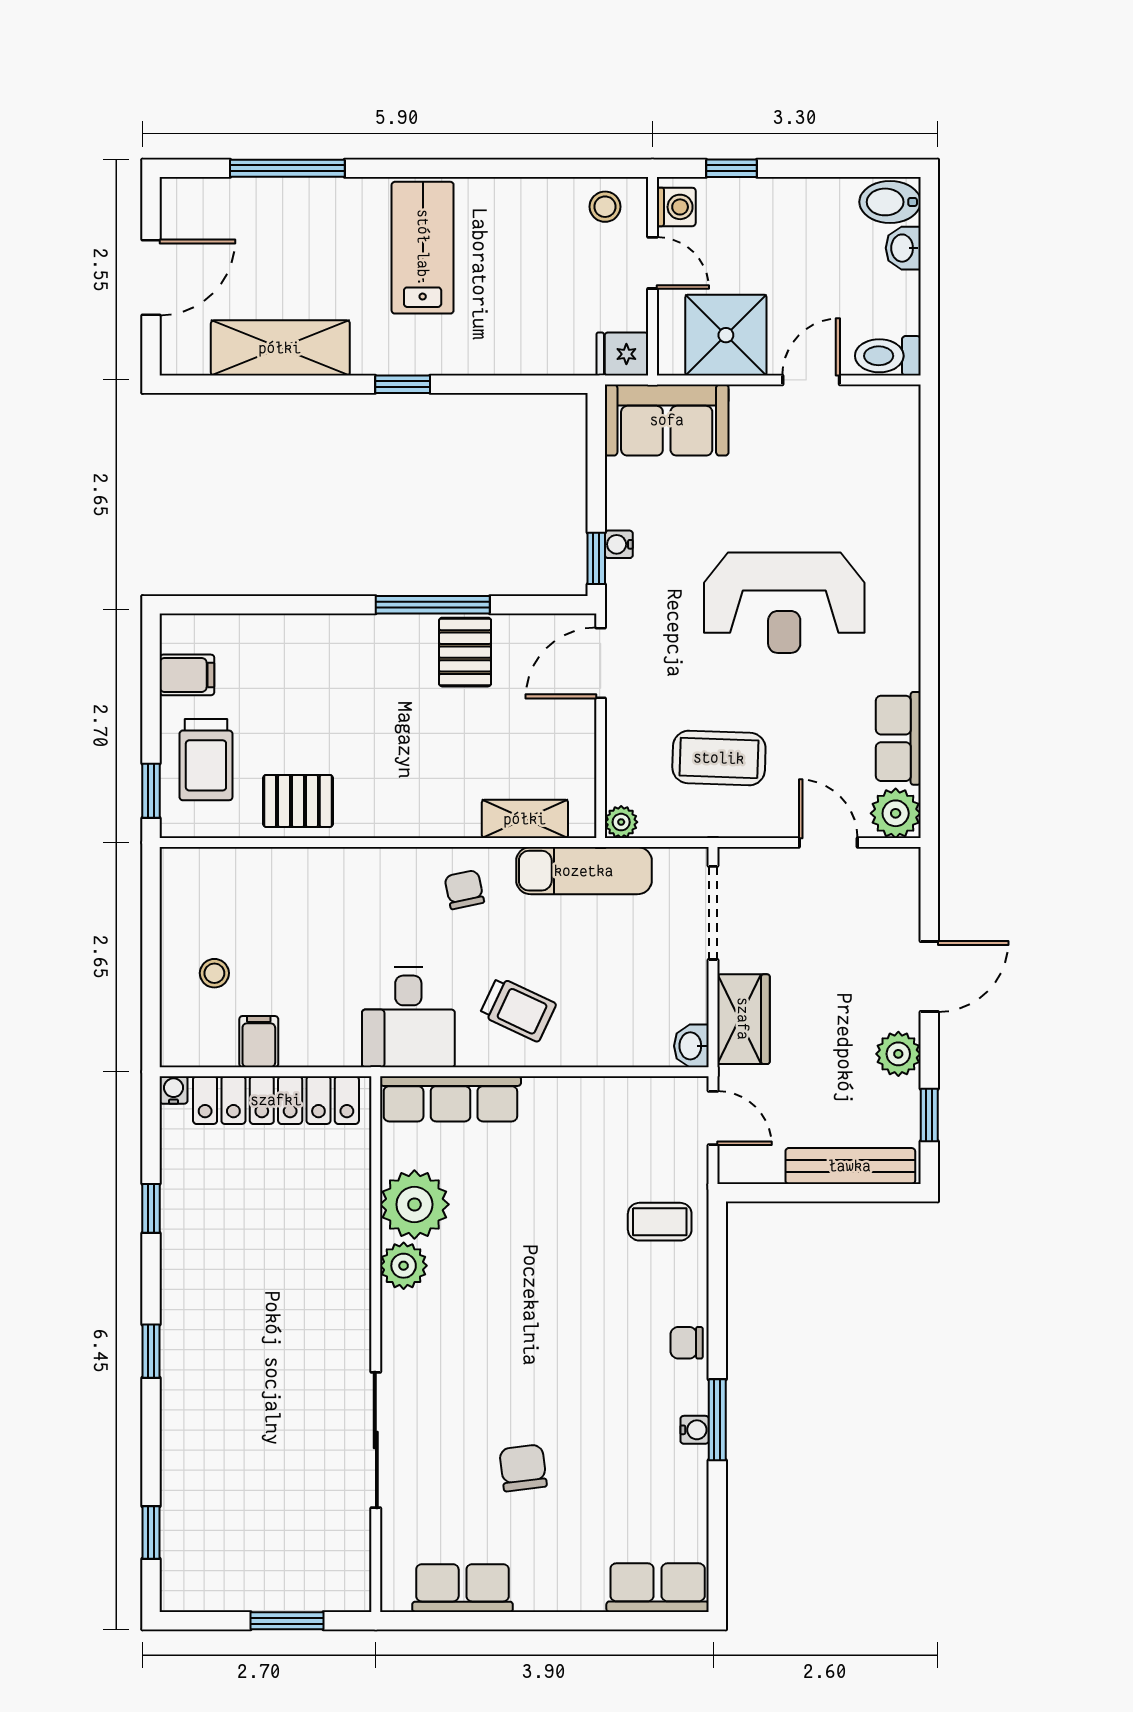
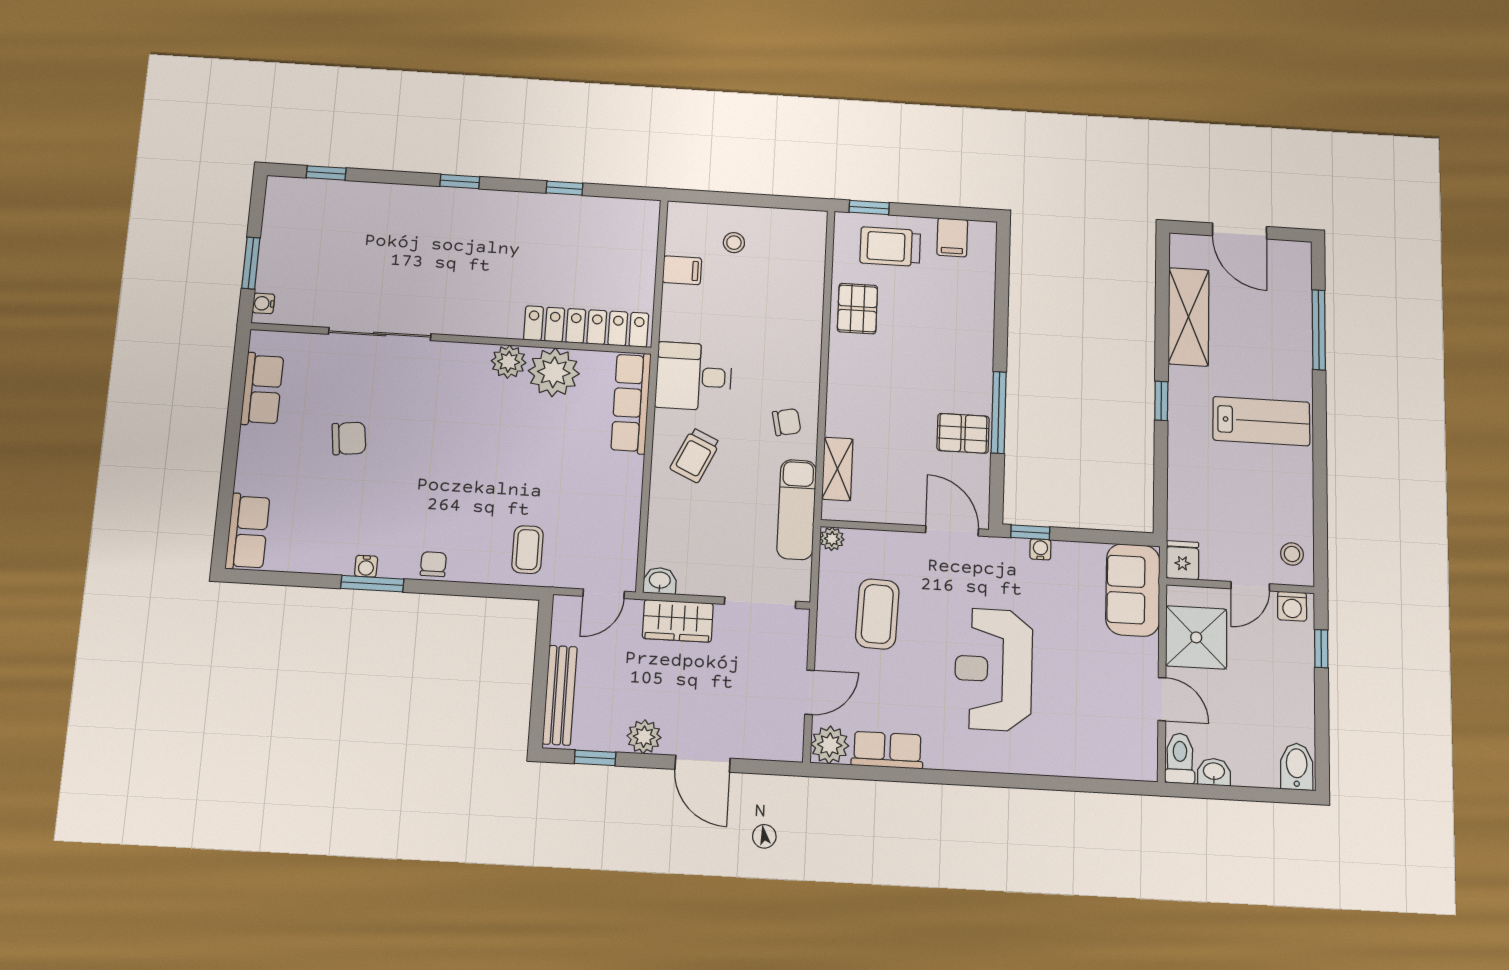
washbasin: (903, 248) -> (1214, 772), moved
water cooler: (174, 1090) -> (263, 303), moved, turned 180
locker: (276, 1100) -> (586, 327), moved, turned 90

